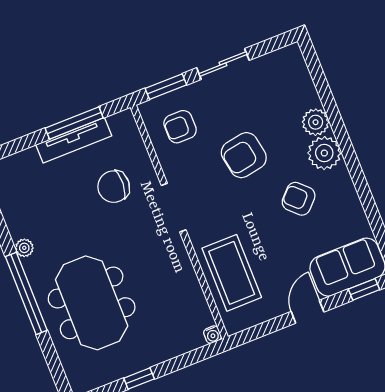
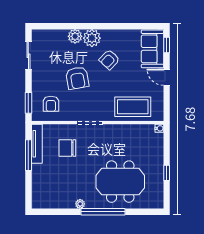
sliding door: (223, 64) -> (28, 56), moved
tv unit: (74, 140) -> (37, 144), moved
chair: (114, 187) -> (67, 148), turned 87

